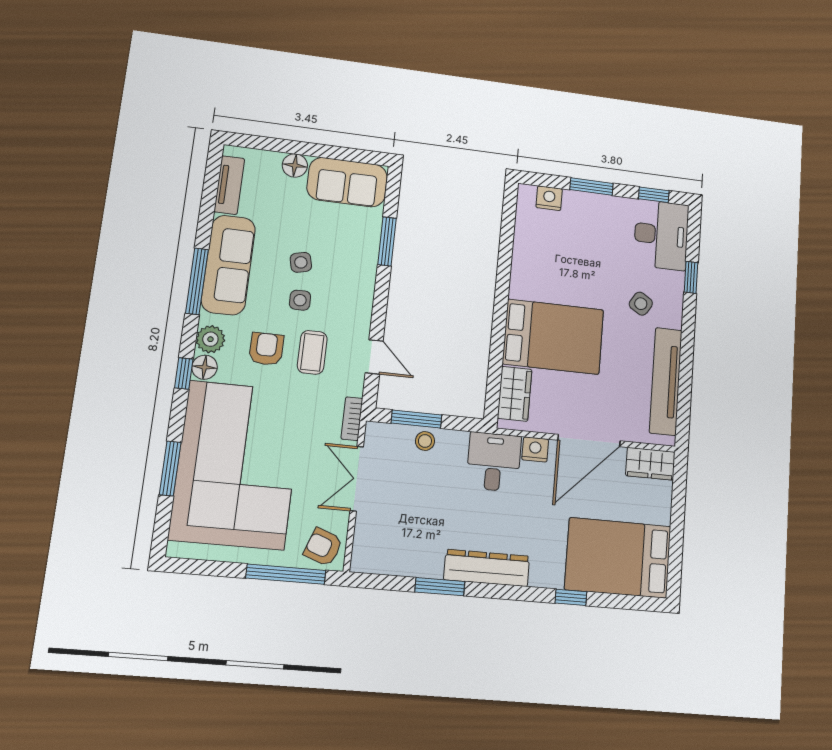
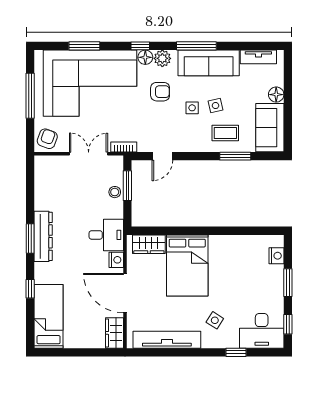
coffee table: (312, 352) -> (225, 133), moved
bed: (618, 558) -> (49, 316), width x0.67
window: (286, 574) -> (30, 96), moved
window: (440, 587) -> (30, 238), moved

